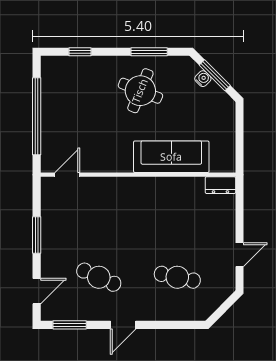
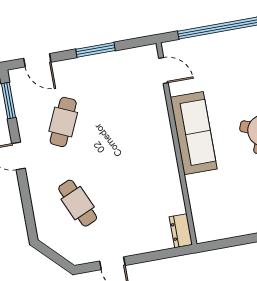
sofa: (171, 157) -> (194, 133), moved
cafe table: (177, 277) -> (78, 203), turned -36

